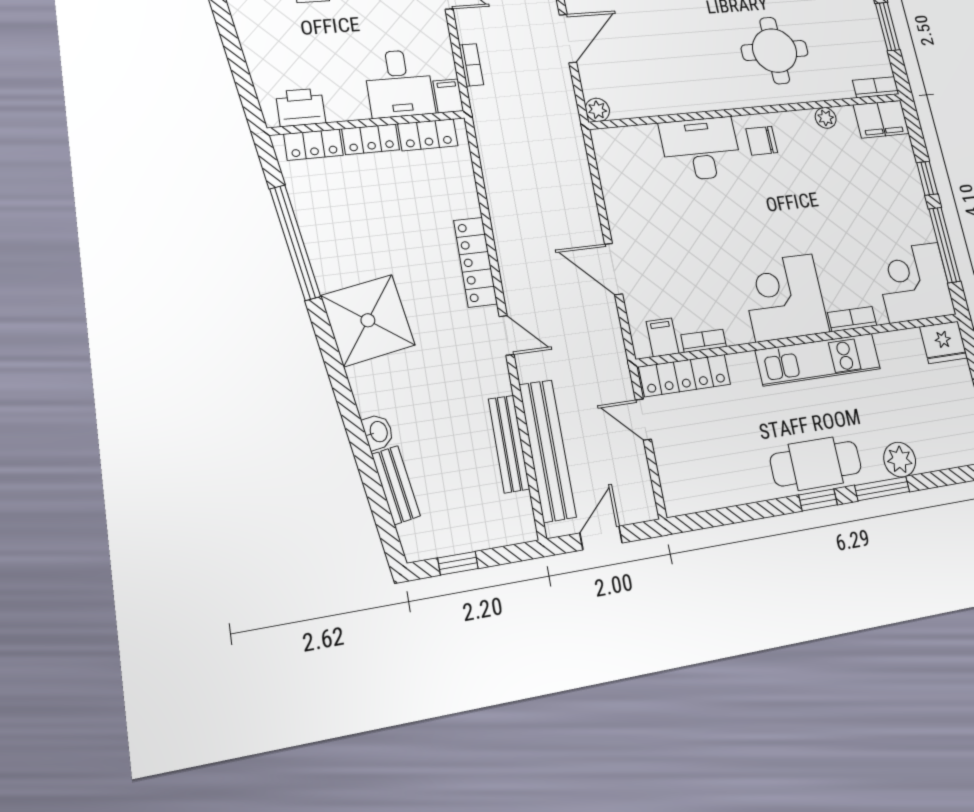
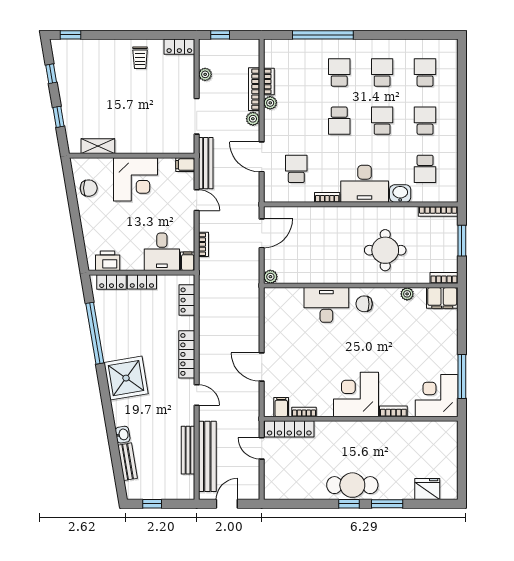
locker: (428, 135) -> (187, 300), moved, turned 90
window: (927, 178) -> (462, 336), removed
fridge: (944, 342) -> (427, 489), moved, turned 180
kitchen unit: (818, 360) -> (367, 431), removed
plant: (900, 460) -> (401, 490), removed

